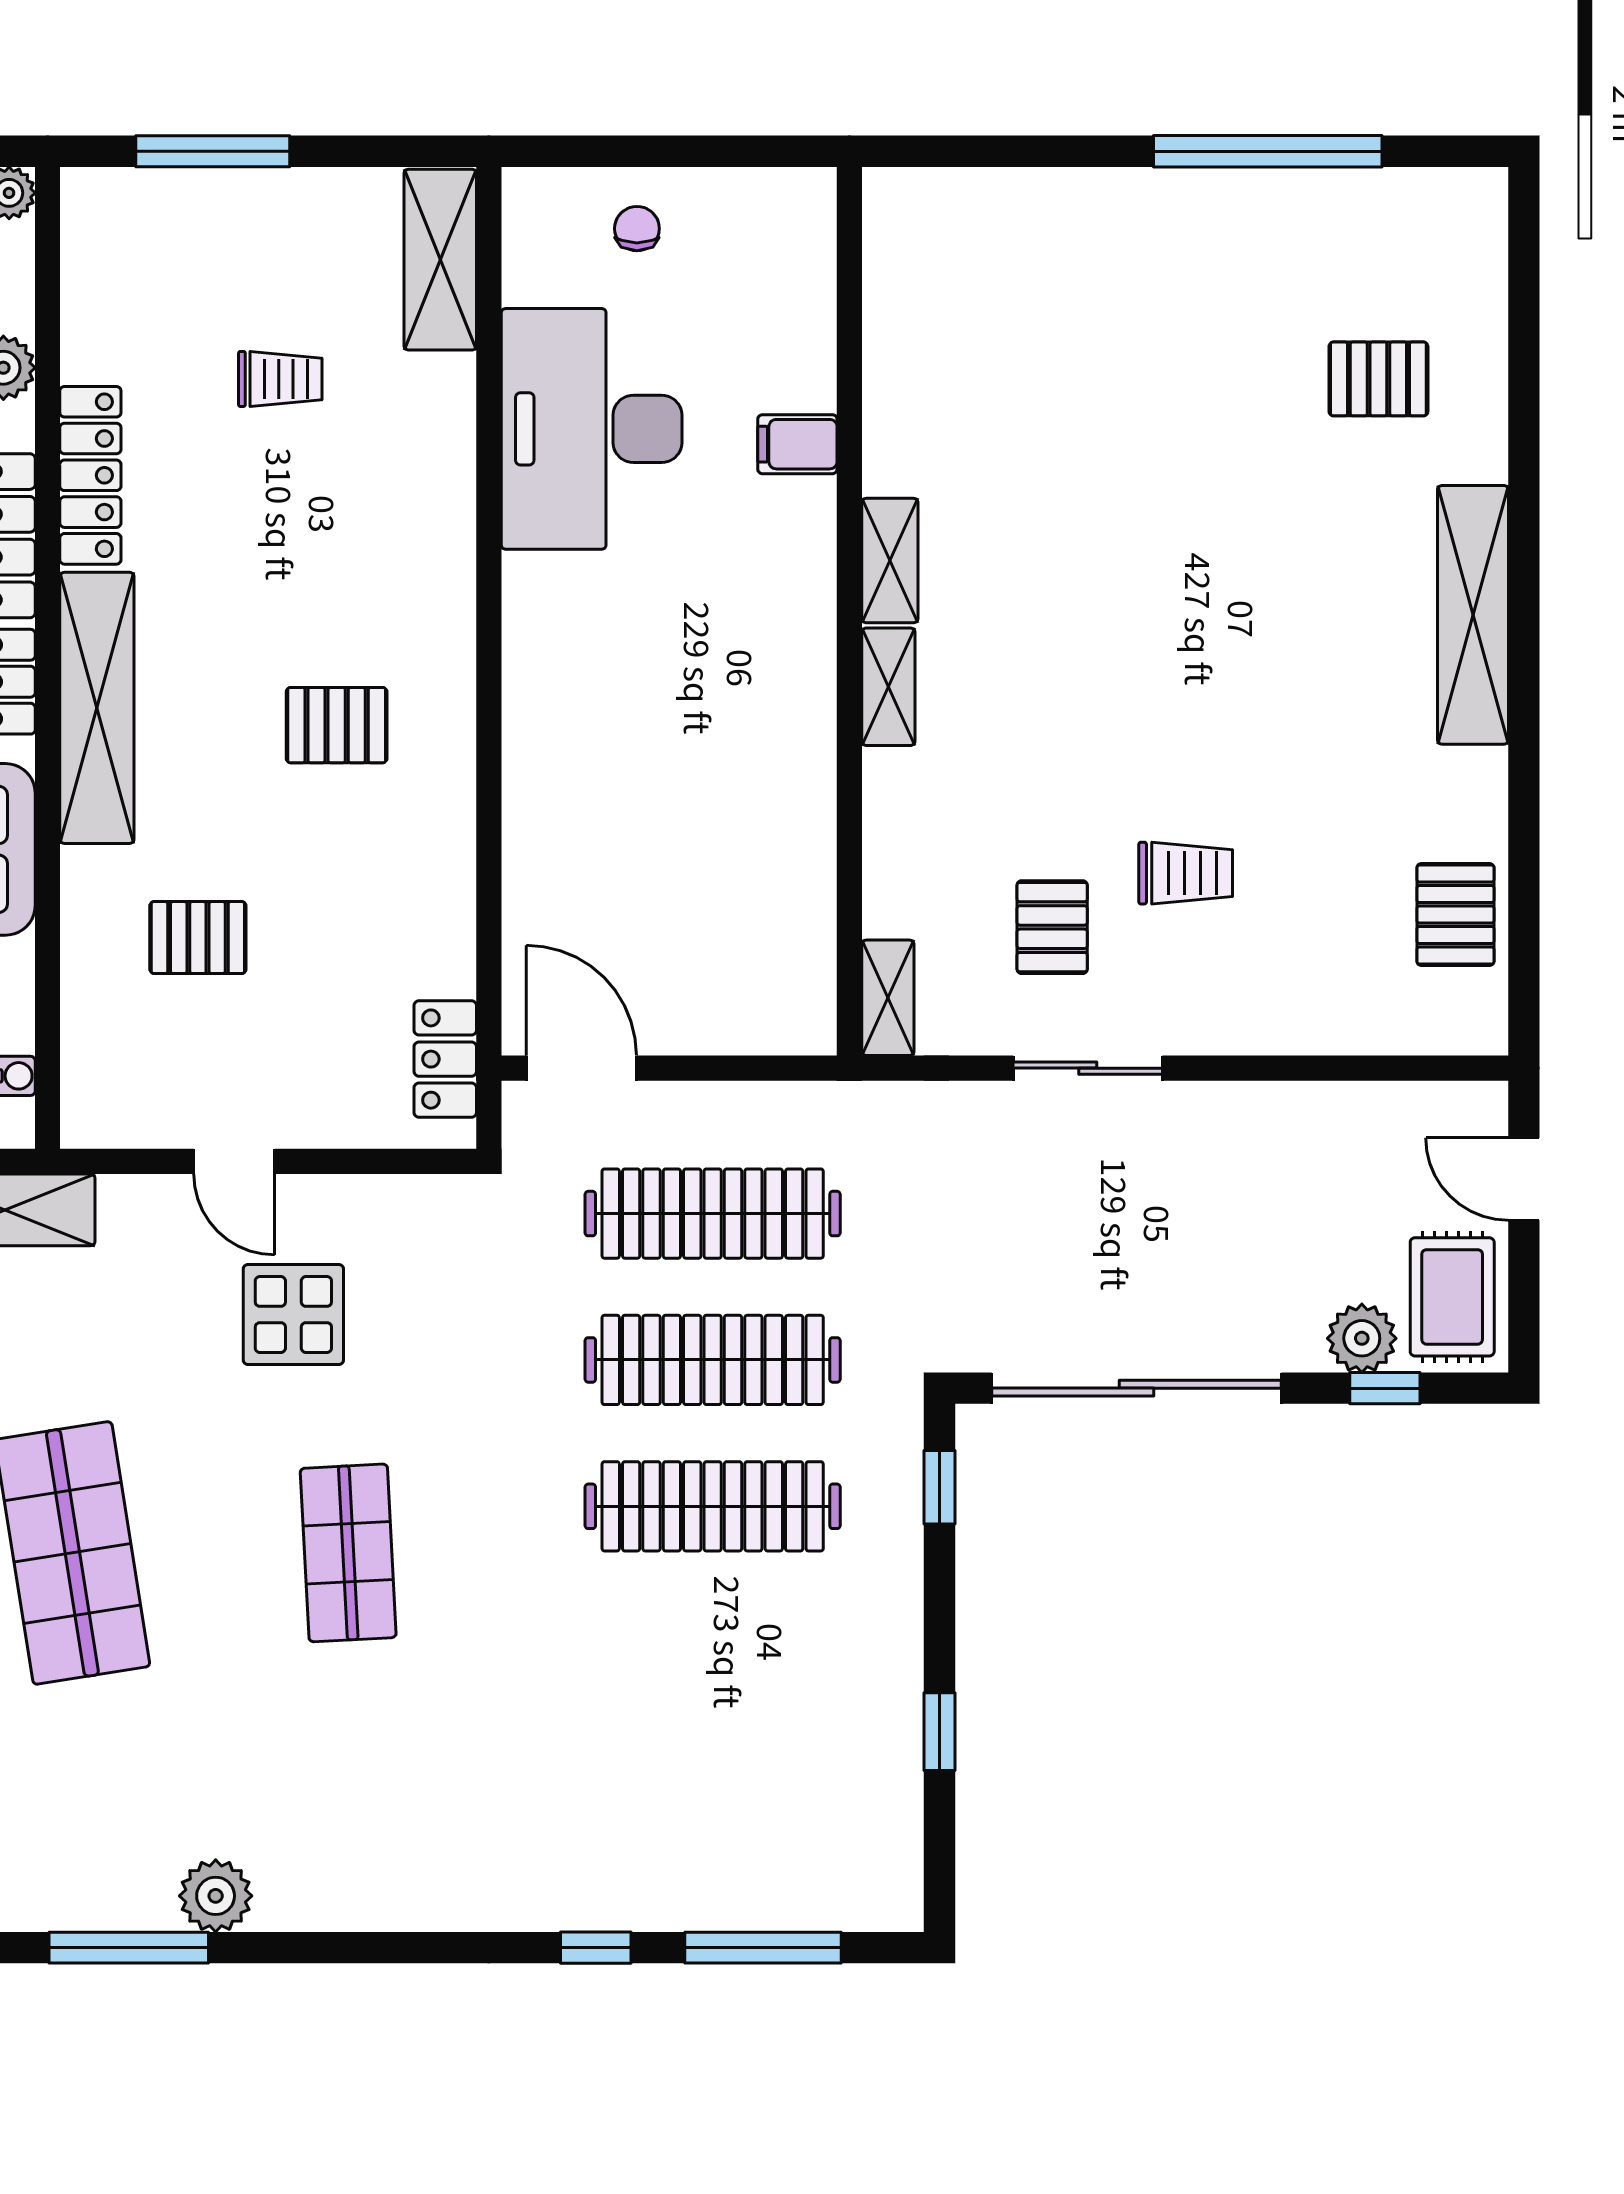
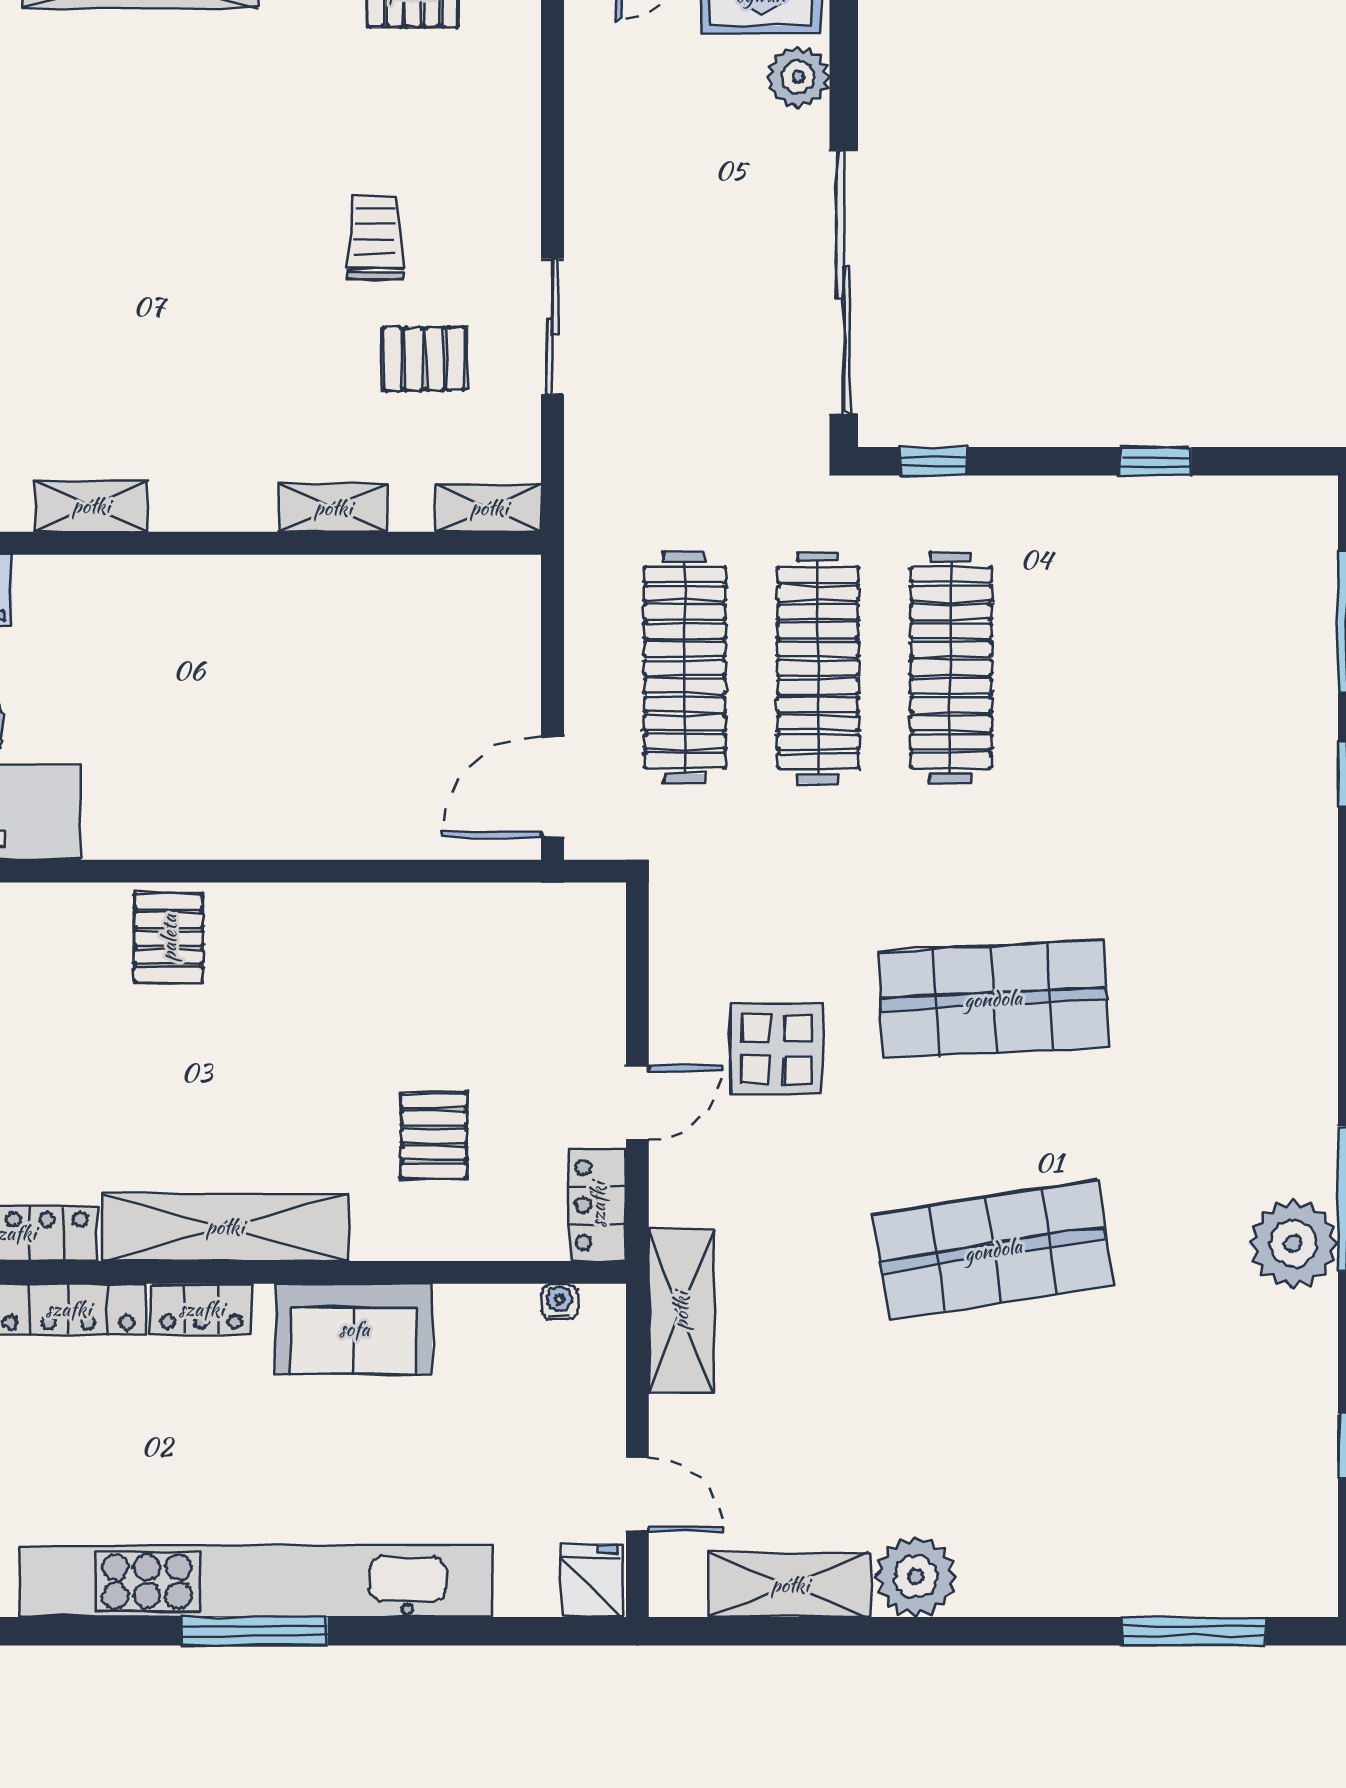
shelving: (888, 687) -> (333, 508), moved
pallet: (337, 725) -> (169, 938), moved
locker: (445, 1059) -> (598, 1205), moved, turned 90
window: (1385, 1388) -> (844, 56), removed
shop shelf: (348, 1553) -> (993, 999), width x1.43, depth x1.36
plant: (216, 1896) -> (1293, 1243), moved, width x1.36, depth x1.36

